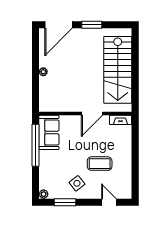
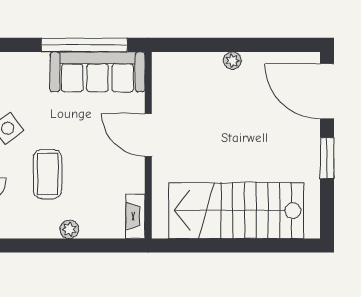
door: (92, 114) -> (148, 135), moved
sofa: (49, 132) -> (97, 72), width x1.36
plant: (127, 153) -> (69, 229), added

